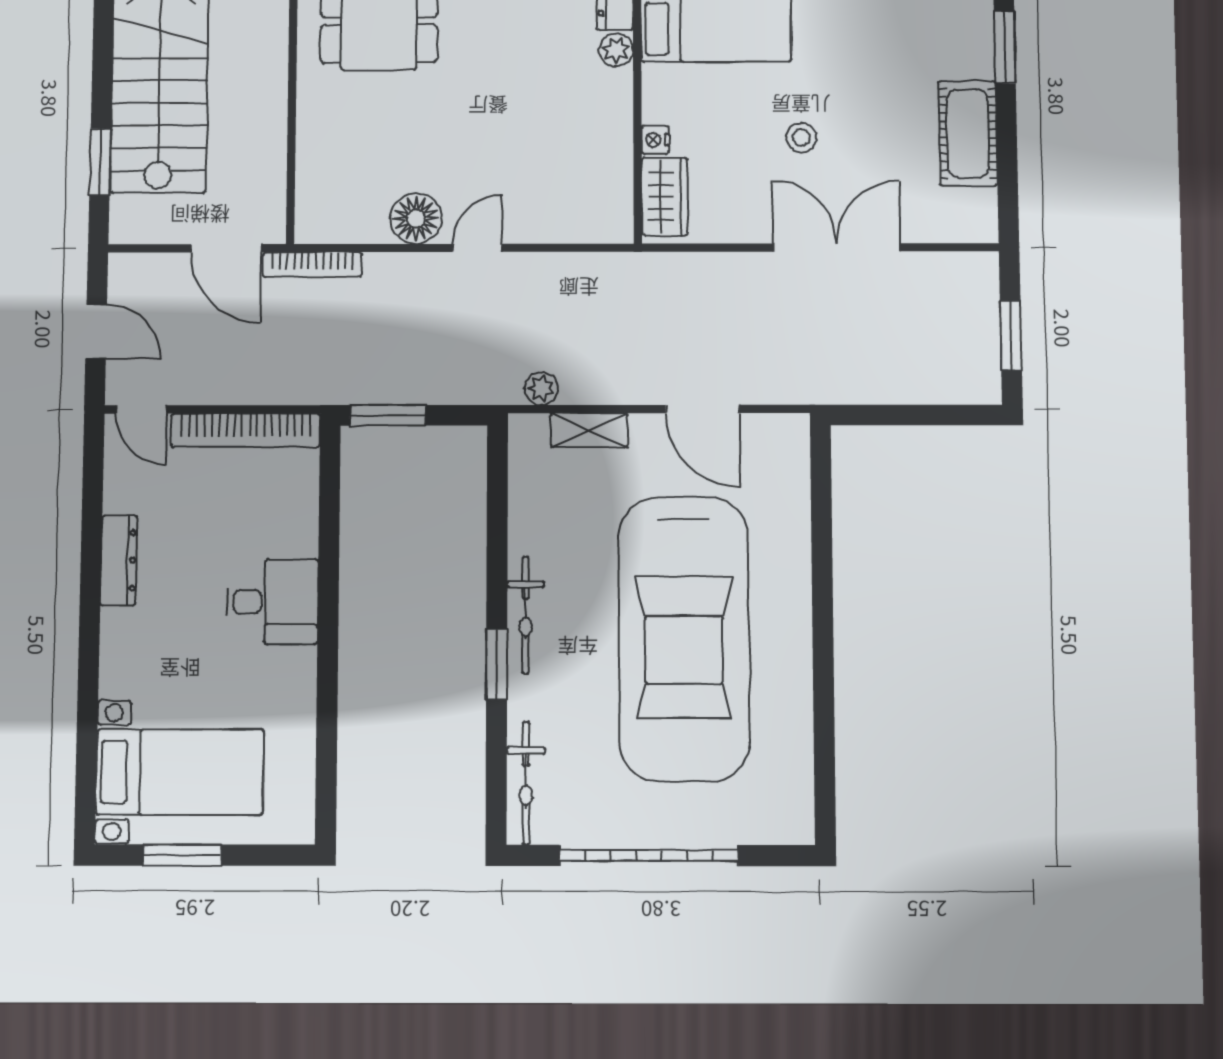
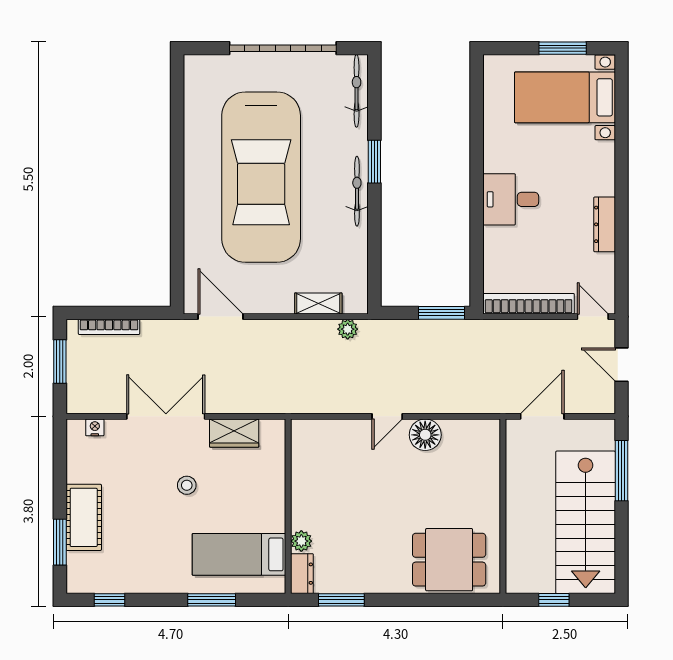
cot: (968, 133) -> (84, 517), moved
nightstand: (655, 140) -> (95, 427), moved, turned -90
window: (100, 162) -> (621, 471), width x1.44
wardrobe: (665, 196) -> (234, 433), moved, turned -90
double door: (837, 247) -> (166, 416), swing flipped
door: (226, 248) -> (542, 416), hinge flipped
bookcase: (312, 265) -> (109, 327), moved, turned 180
door: (703, 409) -> (220, 317), moved
car: (684, 639) -> (261, 177), turned 180

